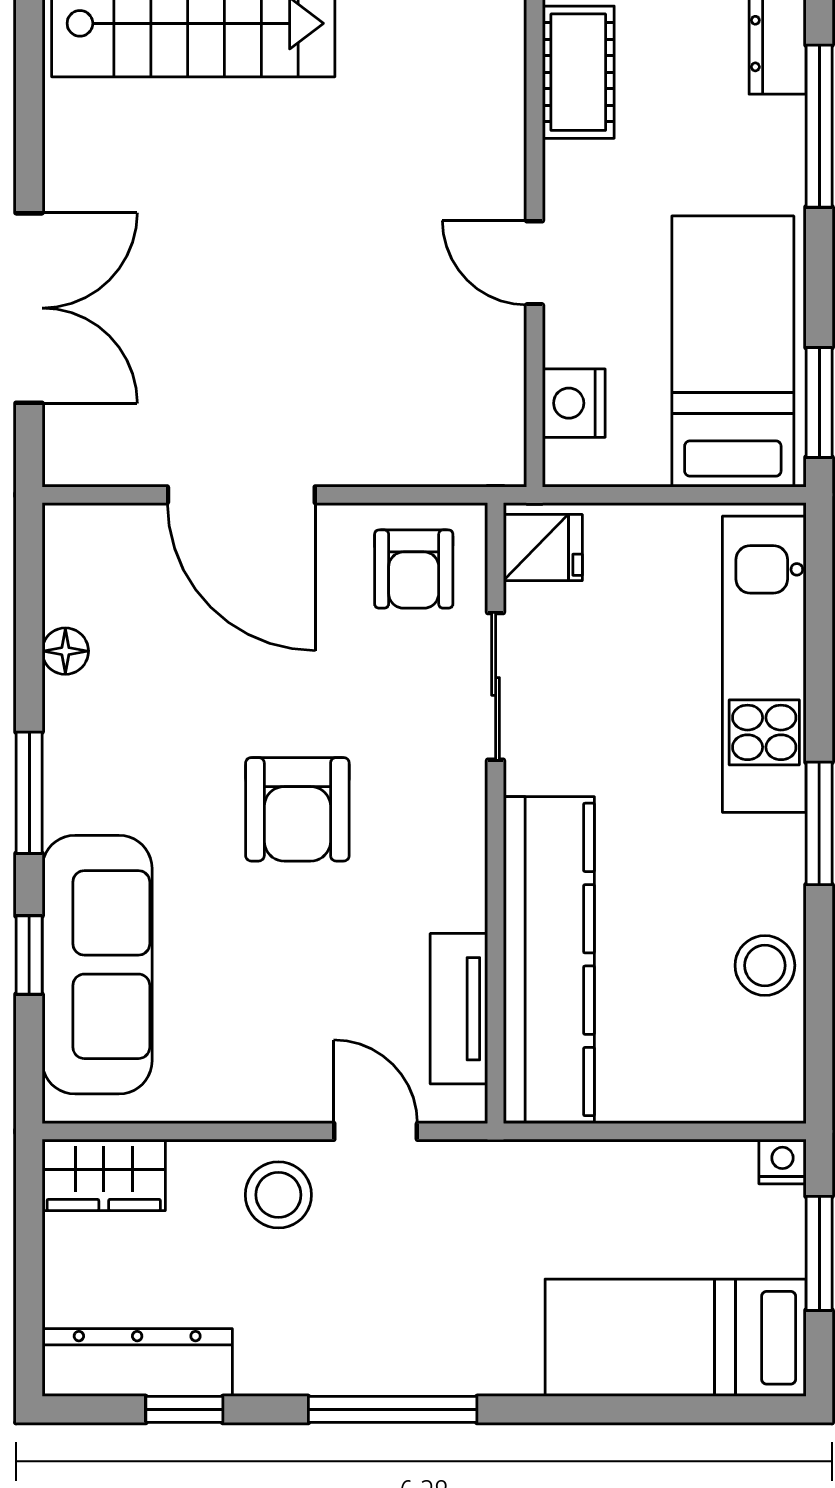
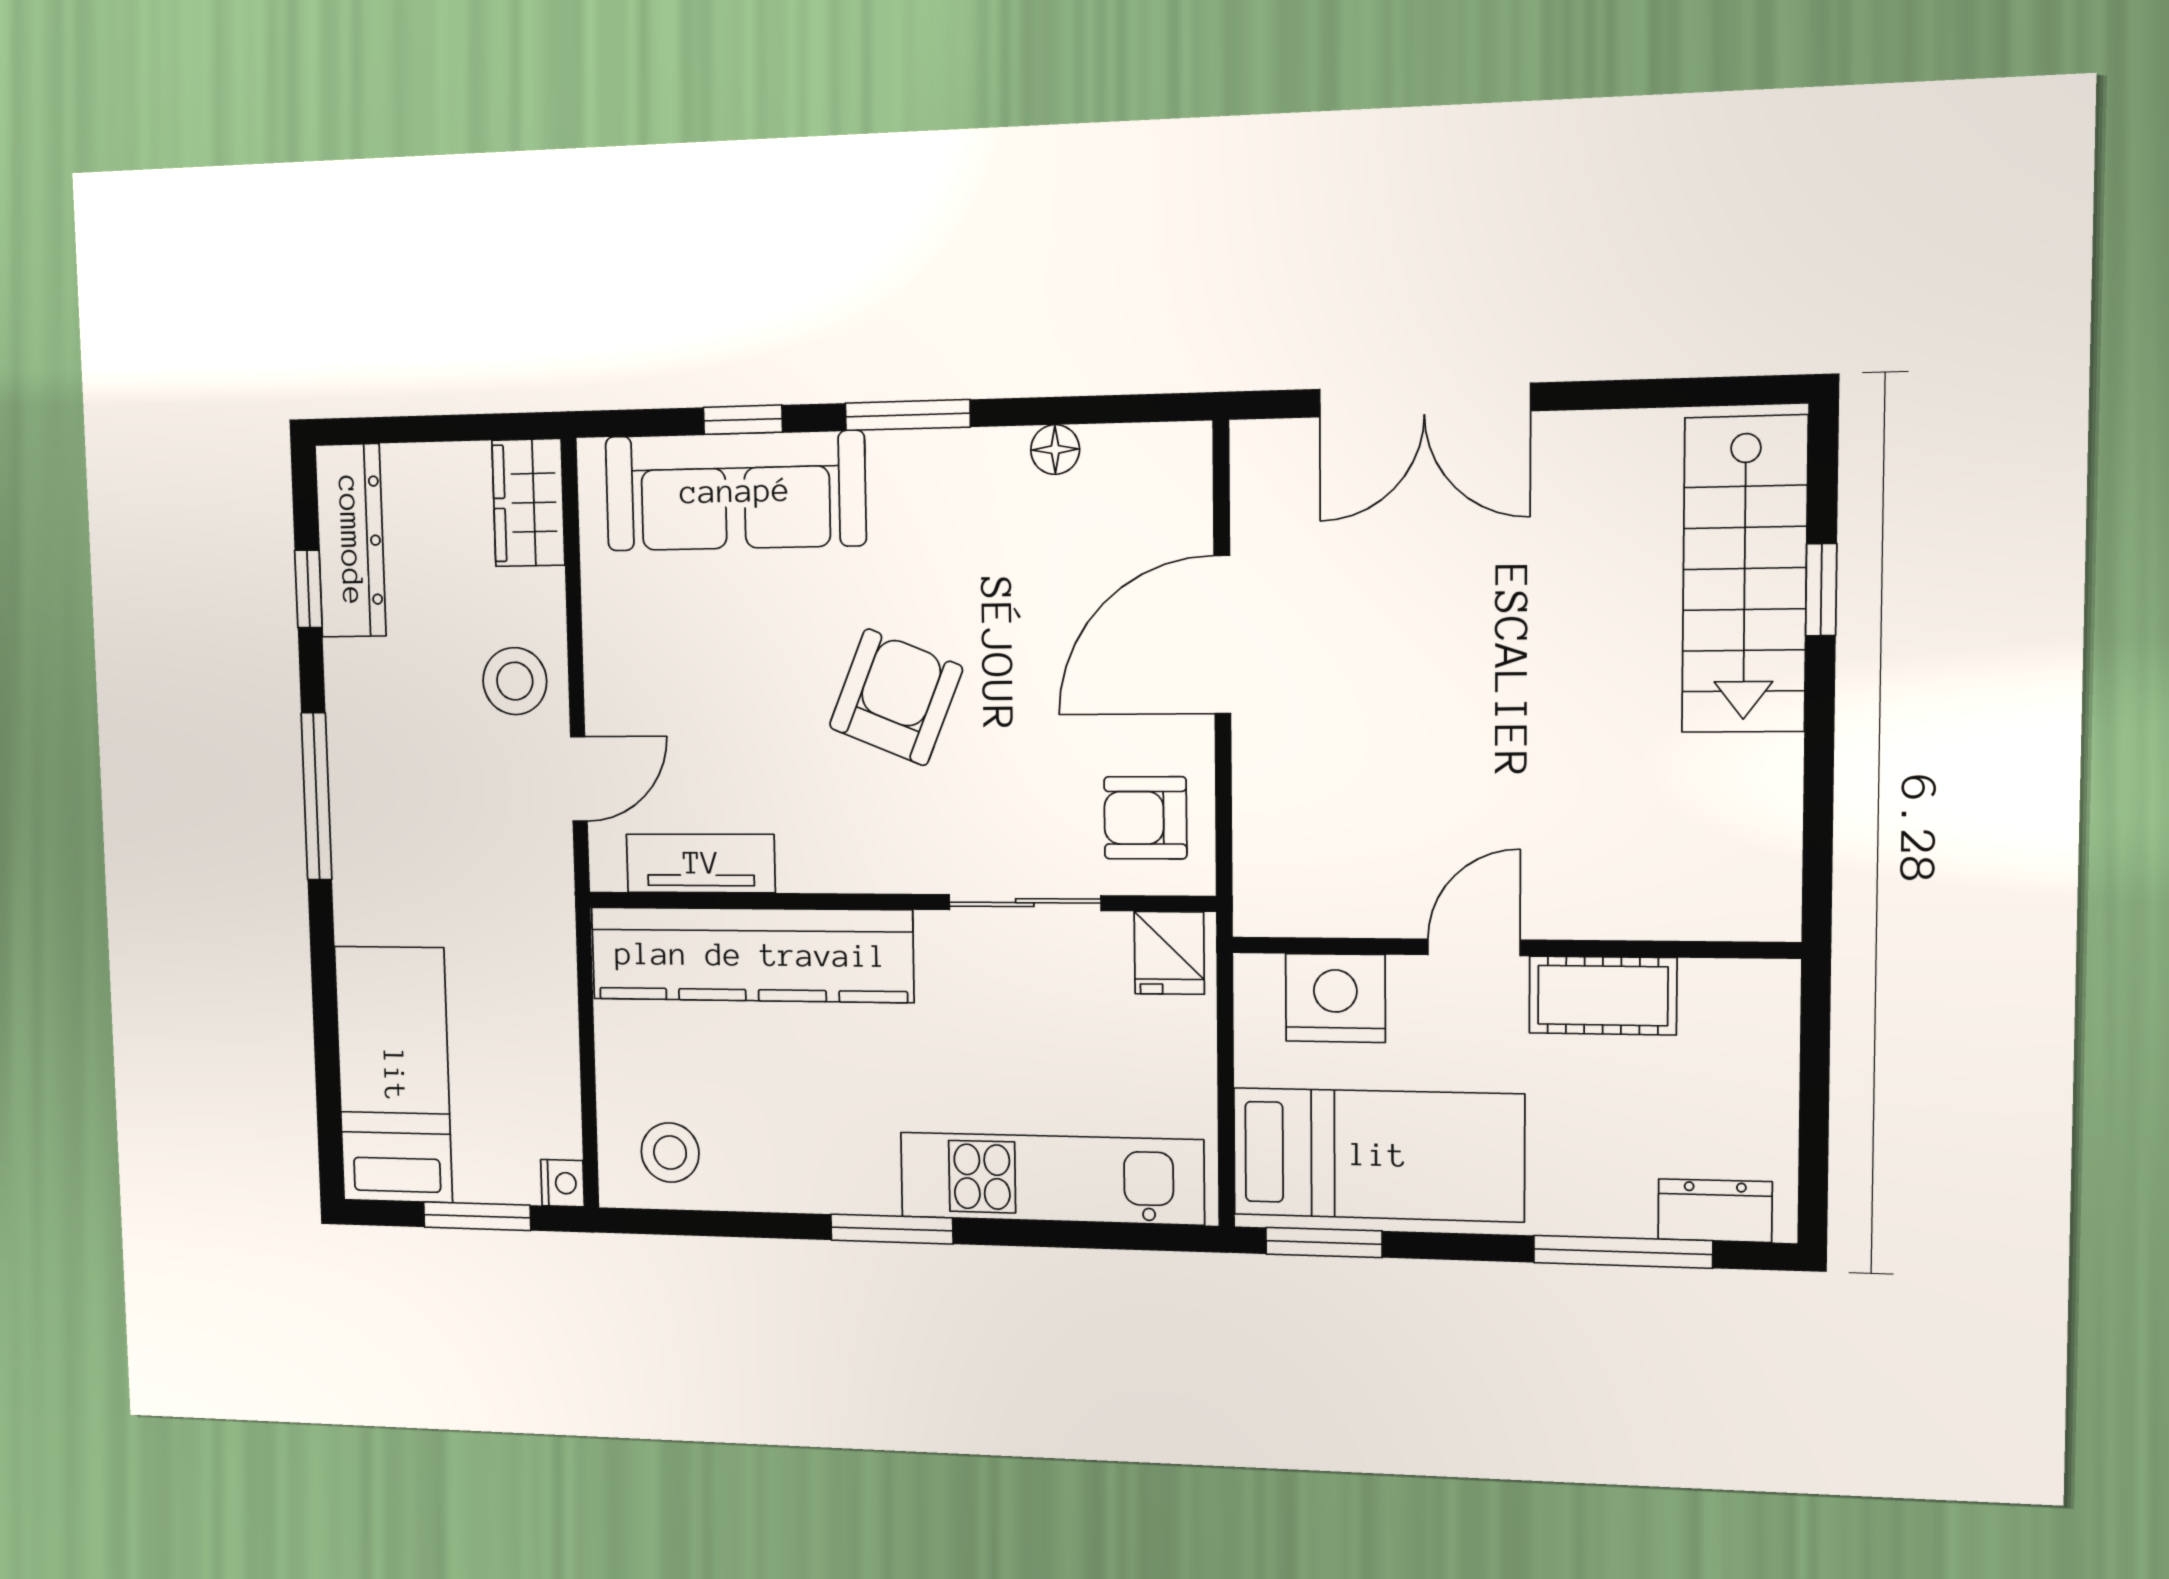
cot: (578, 72) -> (1603, 996), moved
nightstand: (574, 403) -> (1335, 998), width x1.36, depth x1.33
armchair: (297, 809) -> (896, 697), turned 112
stool: (765, 965) -> (670, 1153), moved

